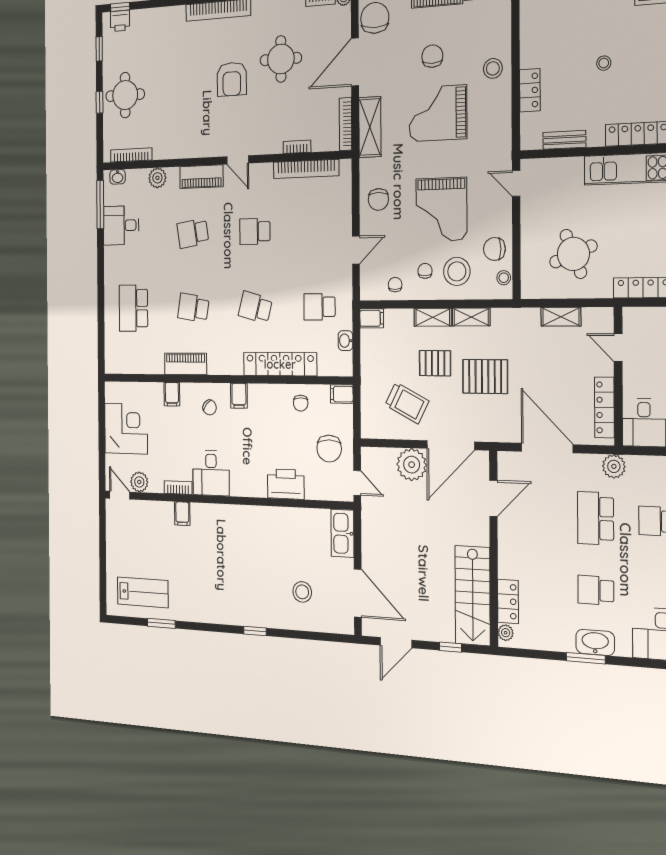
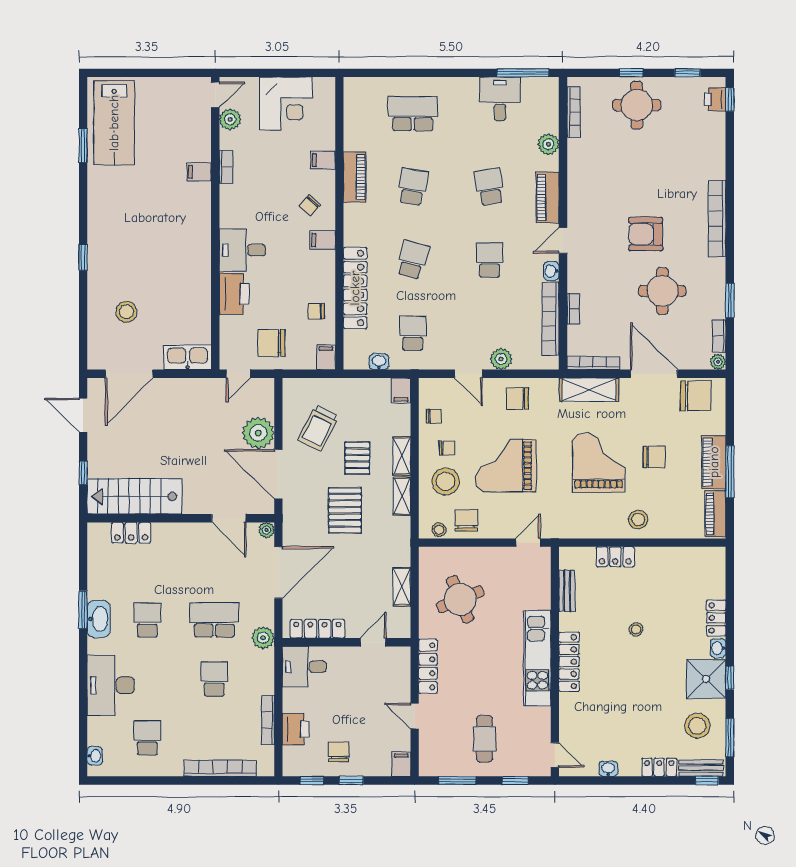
washbasin: (118, 177) -> (551, 271), moved
plant: (342, 218) -> (501, 359), added
desk: (211, 473) -> (242, 250), moved
lab bench: (143, 592) -> (114, 123), width x1.36, depth x1.39
plant: (506, 633) -> (266, 530), moved

